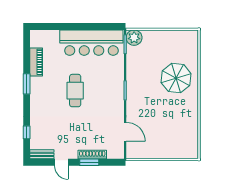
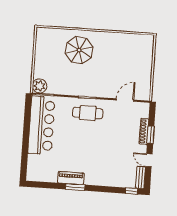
piano: (36, 62) -> (71, 178), moved
cafe table: (75, 91) -> (88, 113), moved
window: (27, 132) -> (131, 191), moved
door: (61, 162) -> (149, 160), swing flipped

